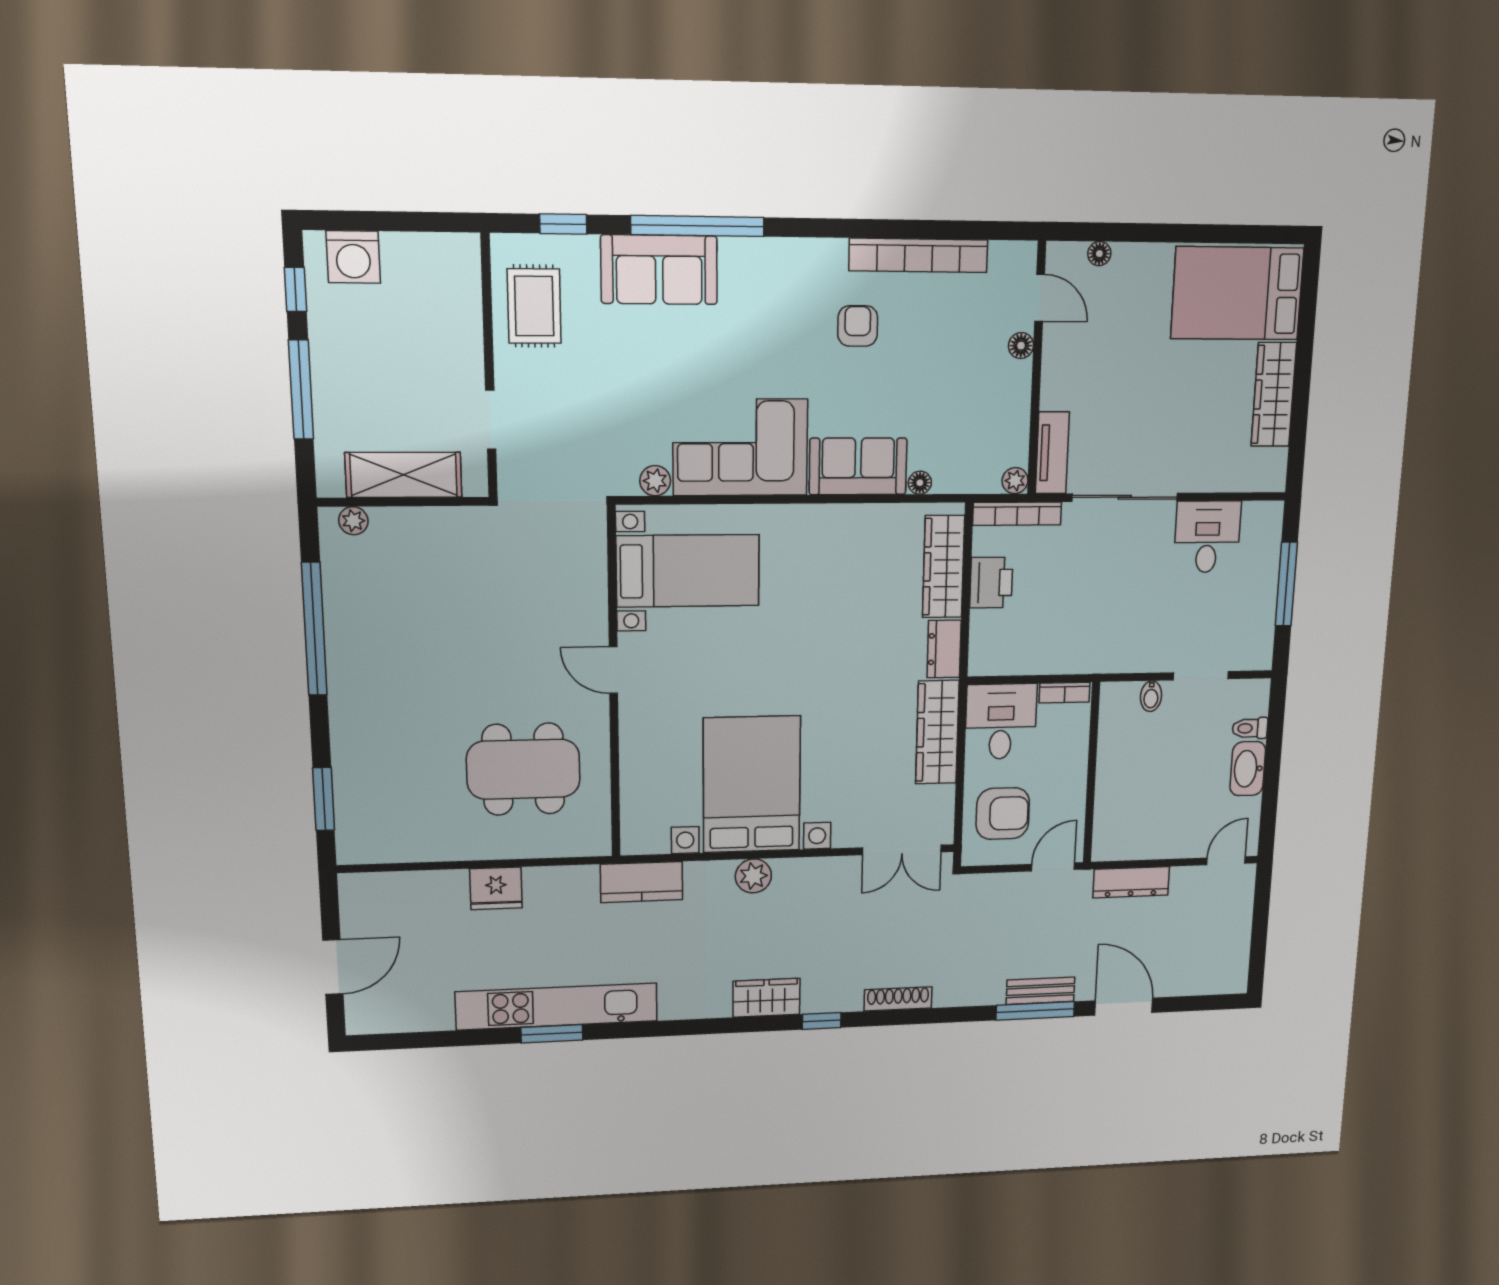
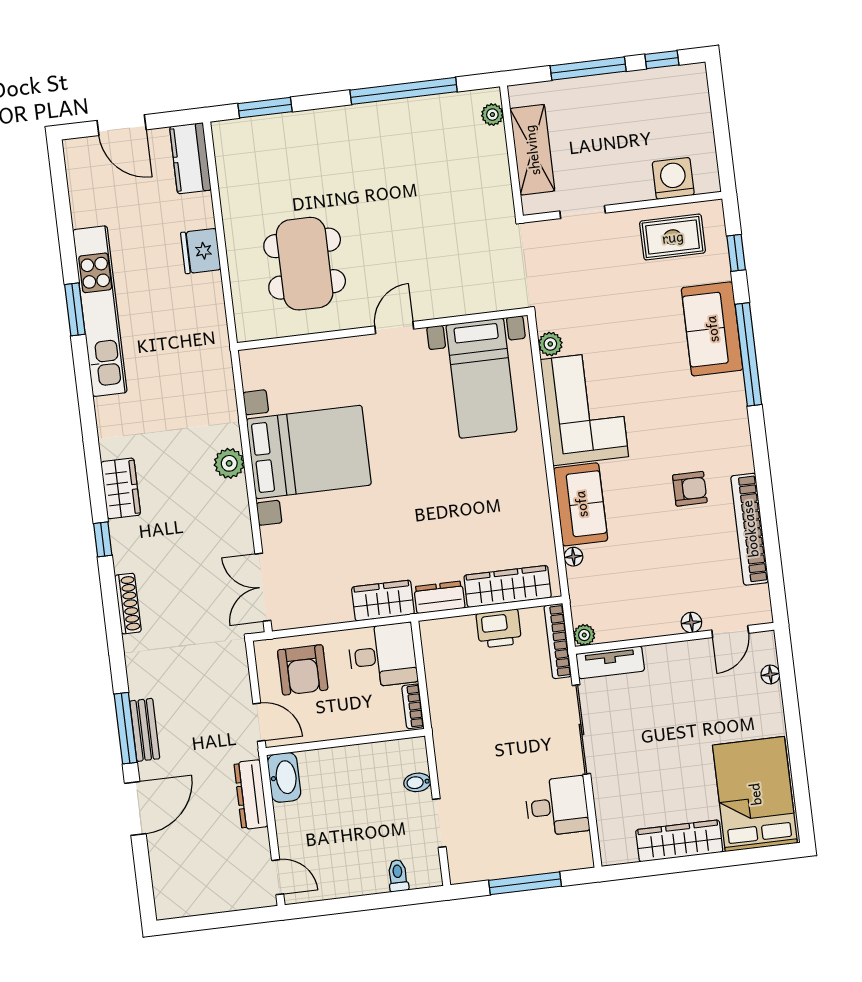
washing machine: (353, 257) -> (673, 178), moved, turned 90
wardrobe: (937, 732) -> (383, 601), width x0.67
washbasin: (1248, 769) -> (284, 777), moved, turned 90
kitchen counter: (642, 882) -> (190, 158), moved

